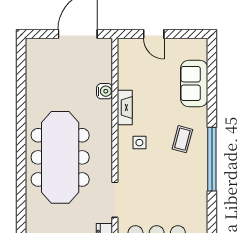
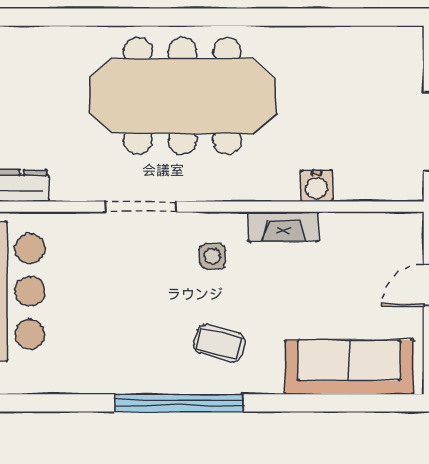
sofa: (194, 84) -> (349, 367), width x1.36
doorway: (115, 200) -> (141, 207), moved

